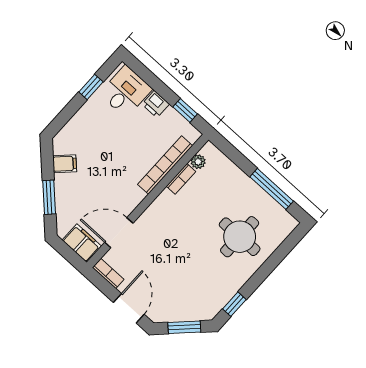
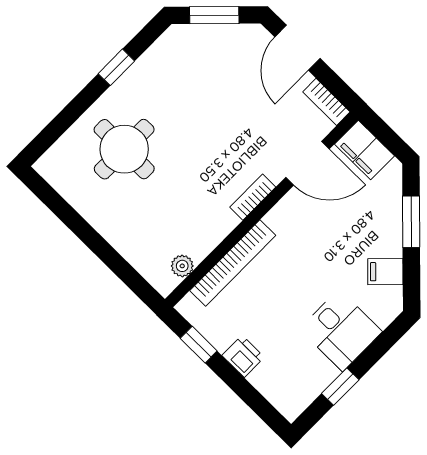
desk: (126, 91) -> (341, 330), moved, turned -90
bookcase: (181, 179) -> (253, 197), moved
window: (272, 189) -> (72, 220), removed
window: (234, 304) -> (116, 67), moved

